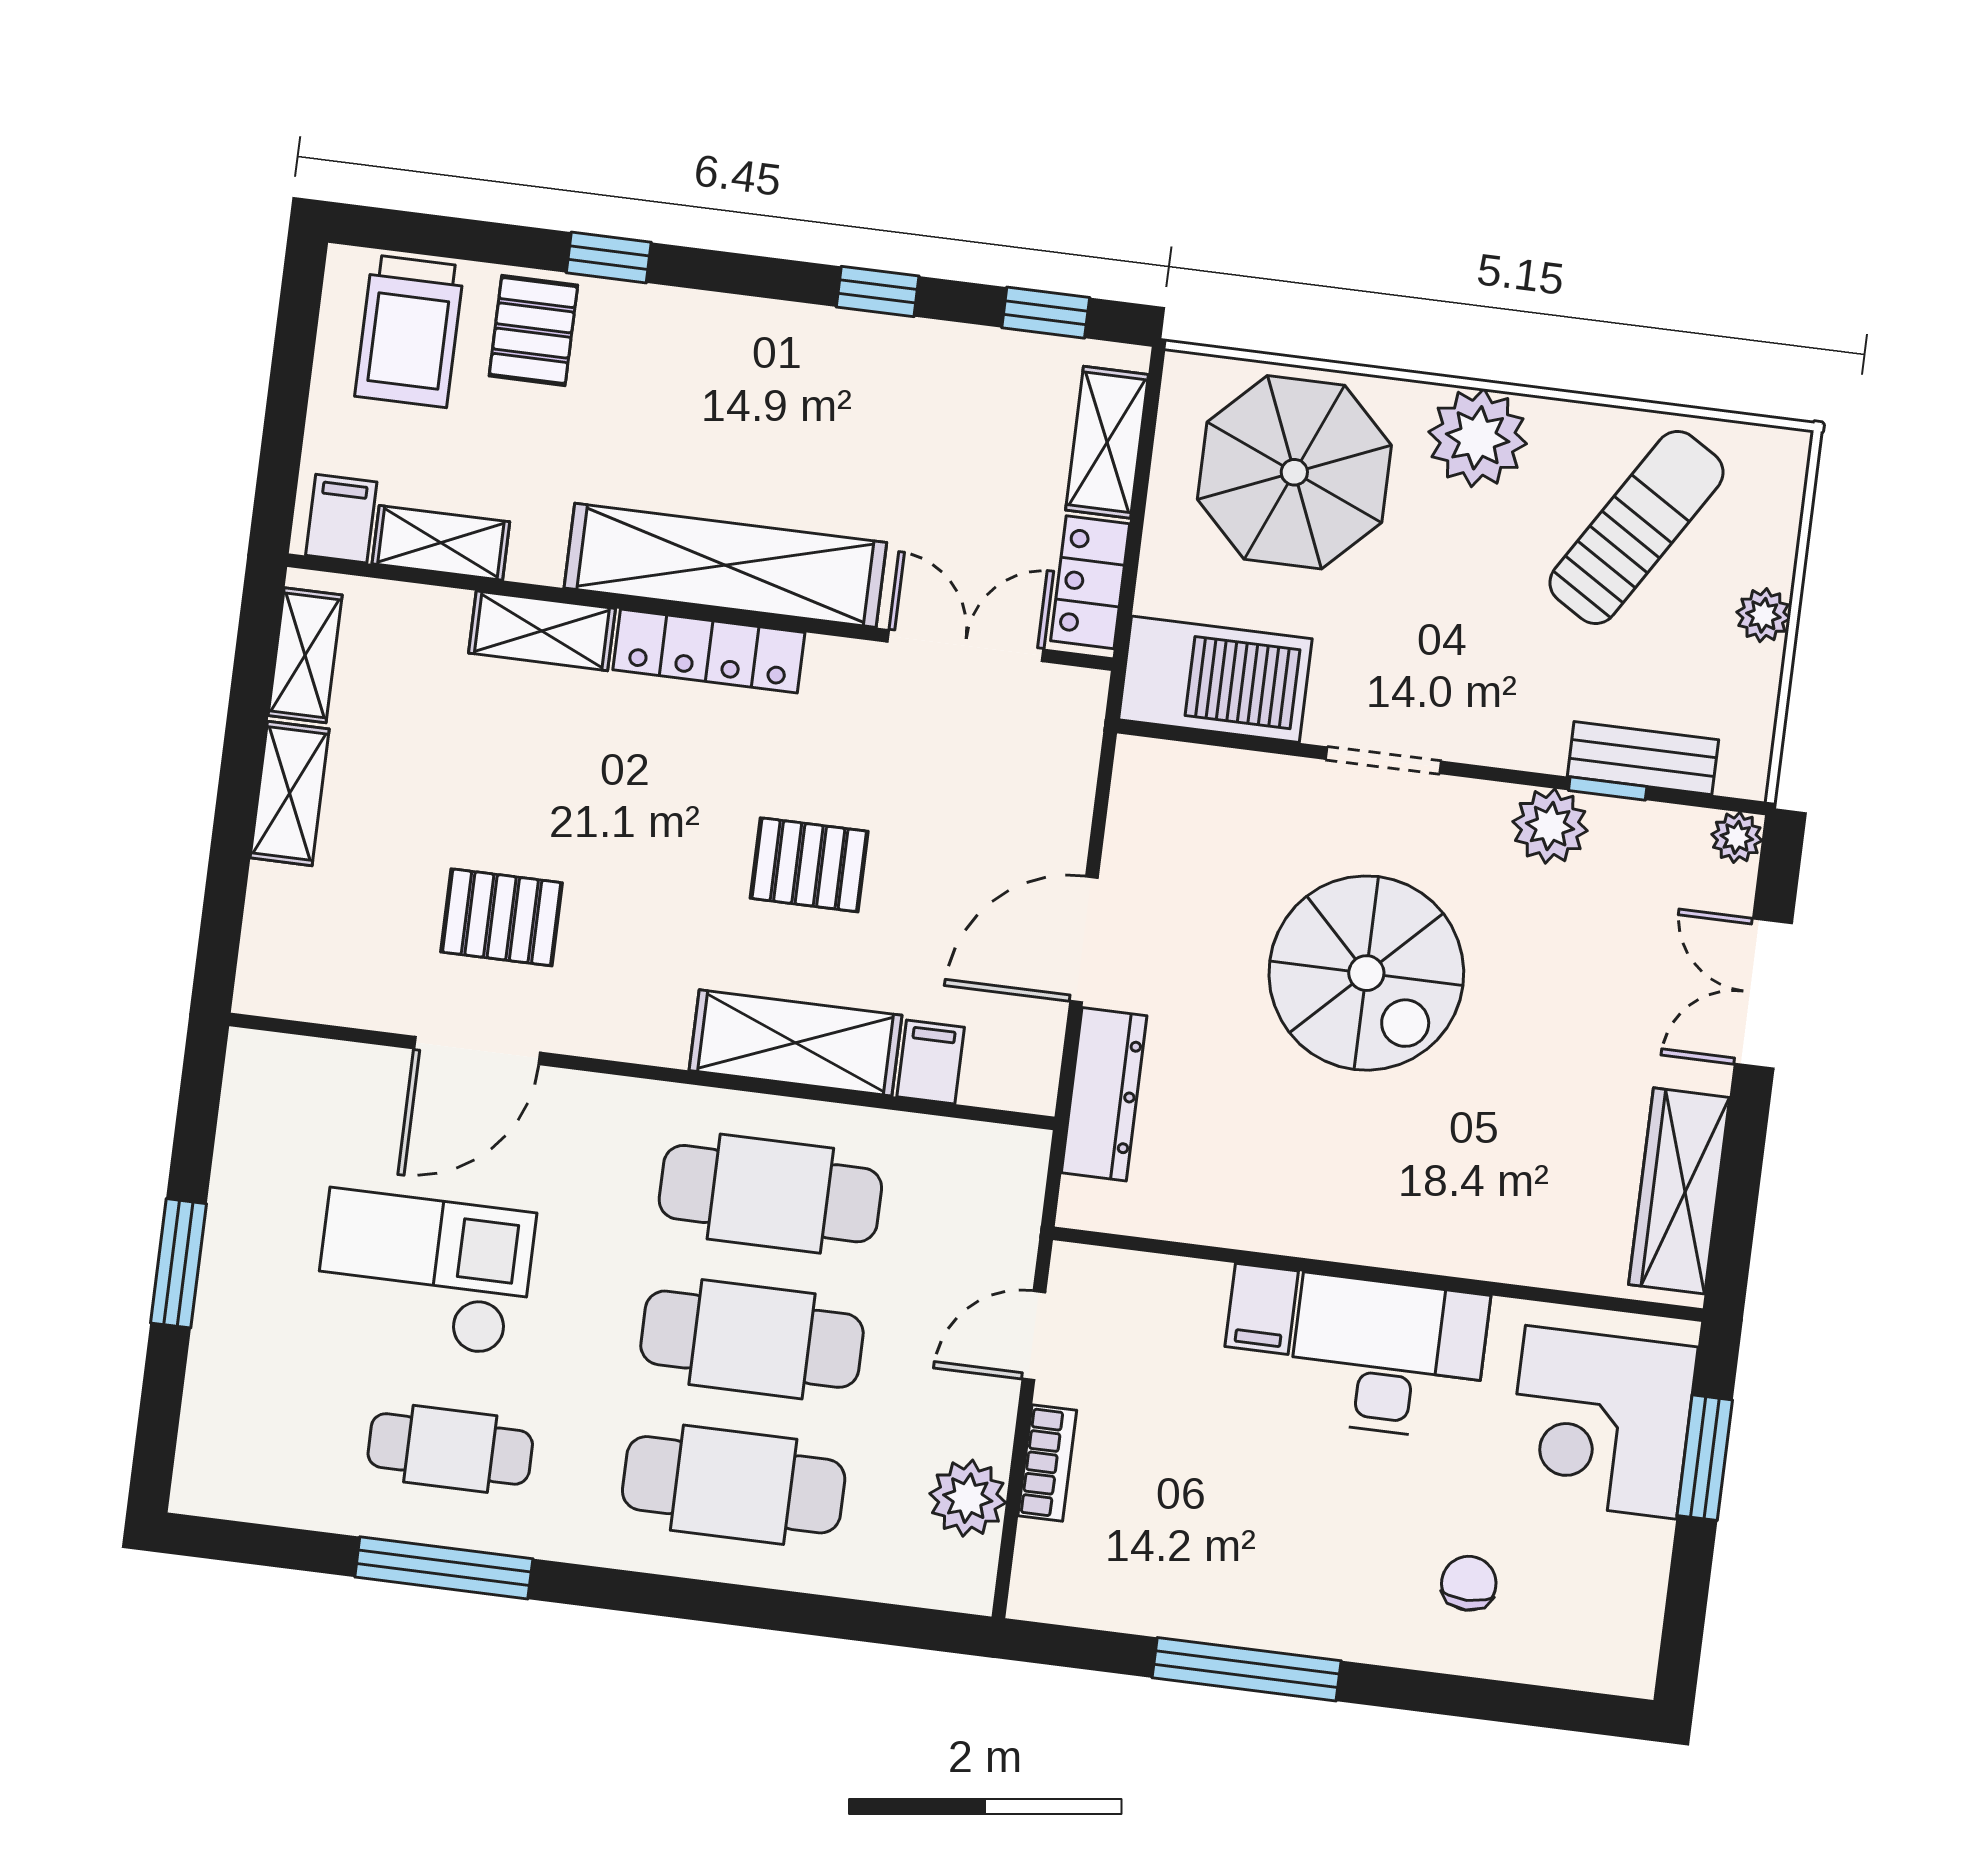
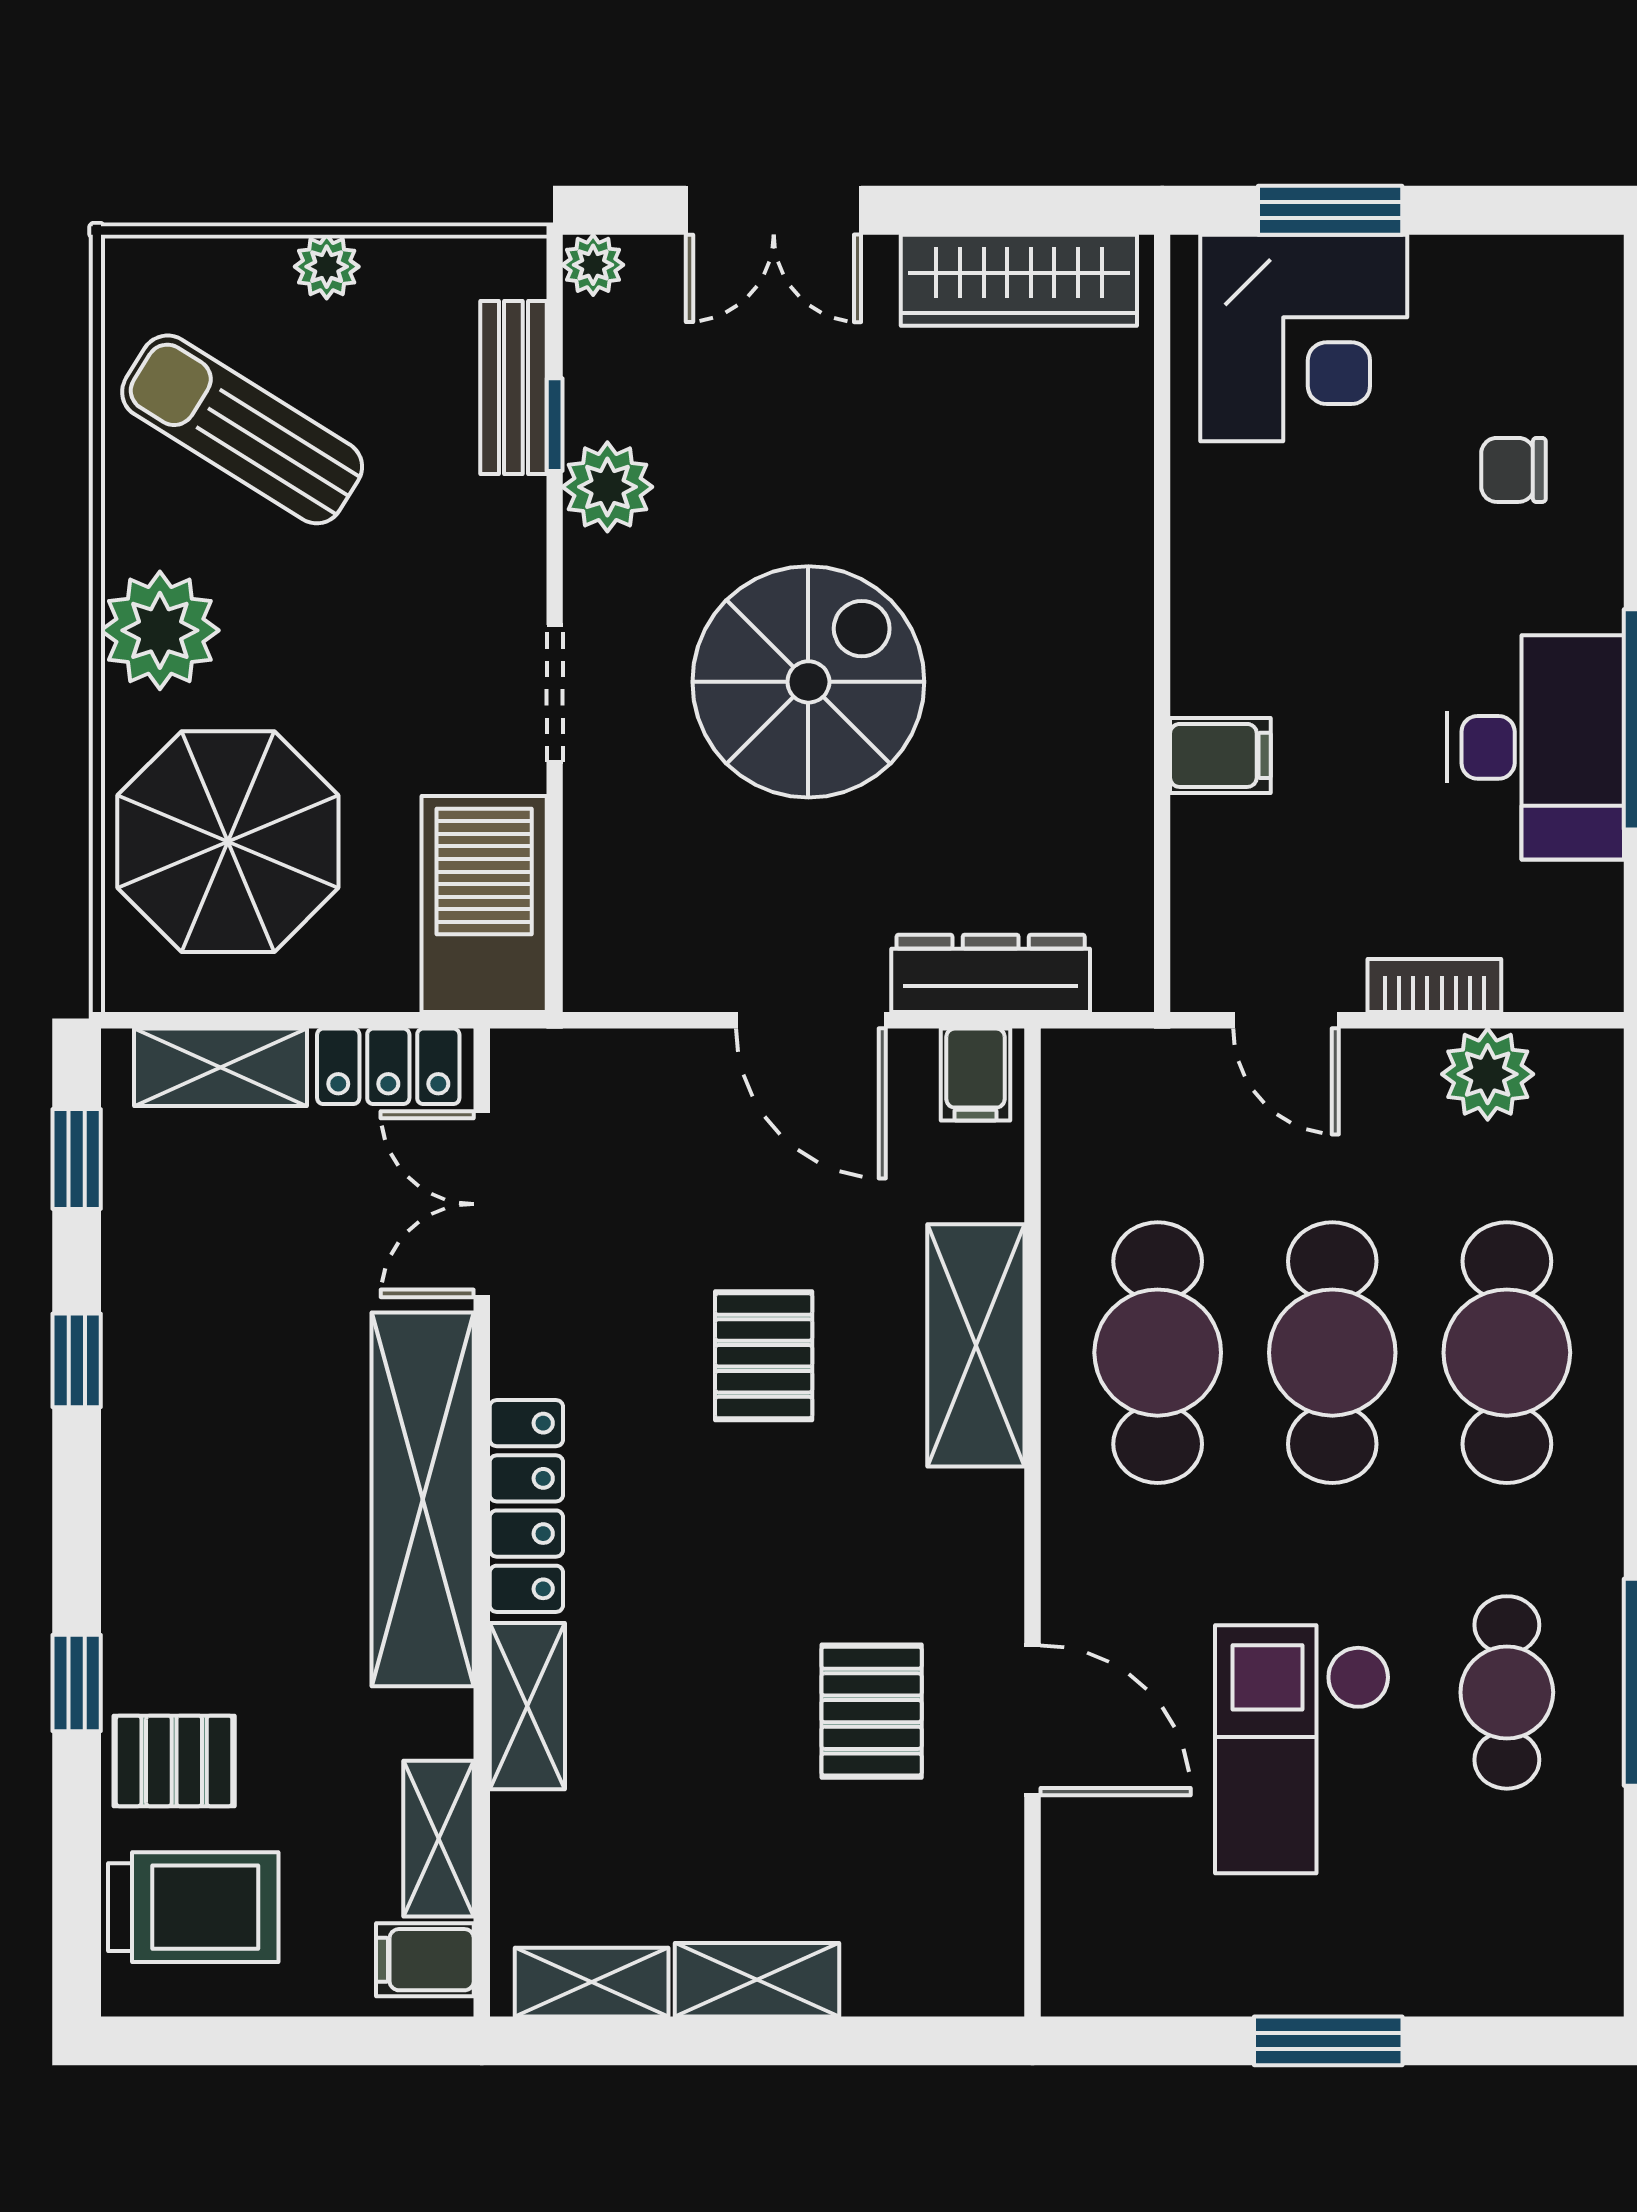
filing cabinet: (931, 1062) -> (975, 1075), moved, turned -90
desk: (1388, 1357) -> (1536, 747), moved, turned 180

